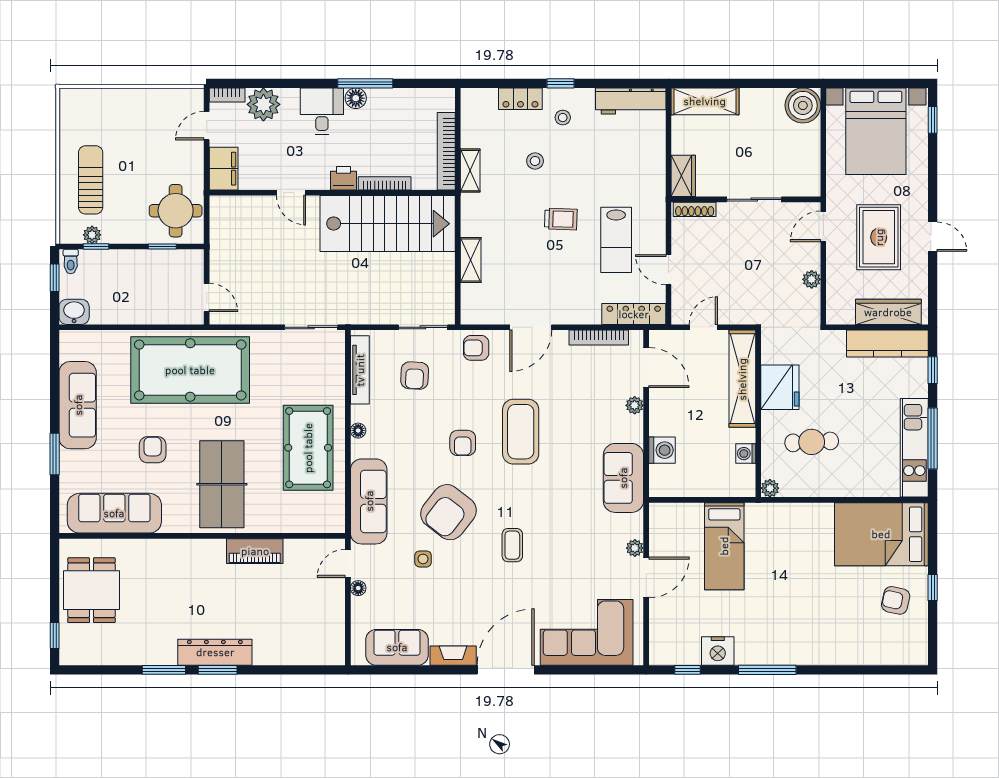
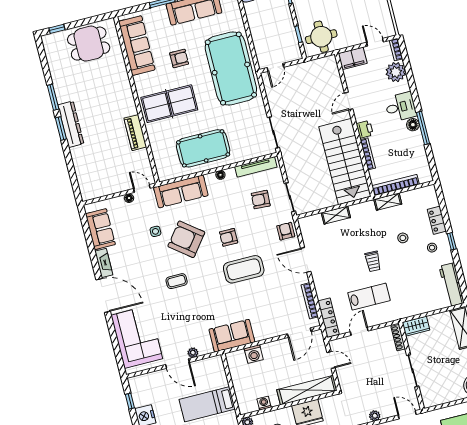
lab bench: (616, 240) -> (369, 297), turned 180
plant: (635, 405) -> (276, 332), removed

